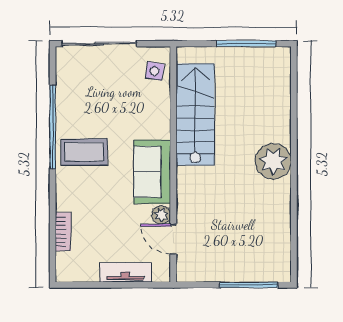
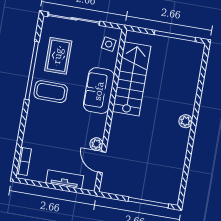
rug: (86, 100) -> (58, 56), added
plant: (273, 161) -> (186, 121), width x0.53, depth x0.53
sofa: (152, 172) -> (99, 91), moved
bookcase: (63, 232) -> (24, 161), moved

